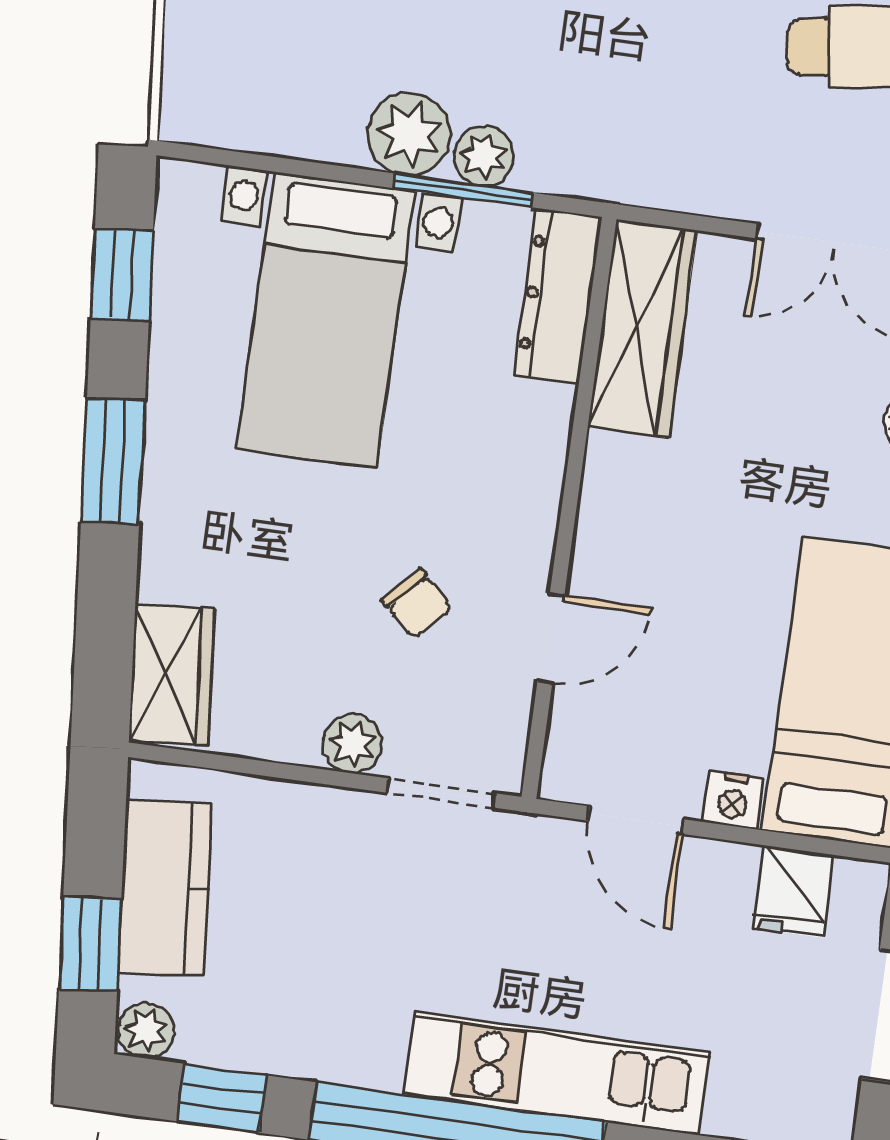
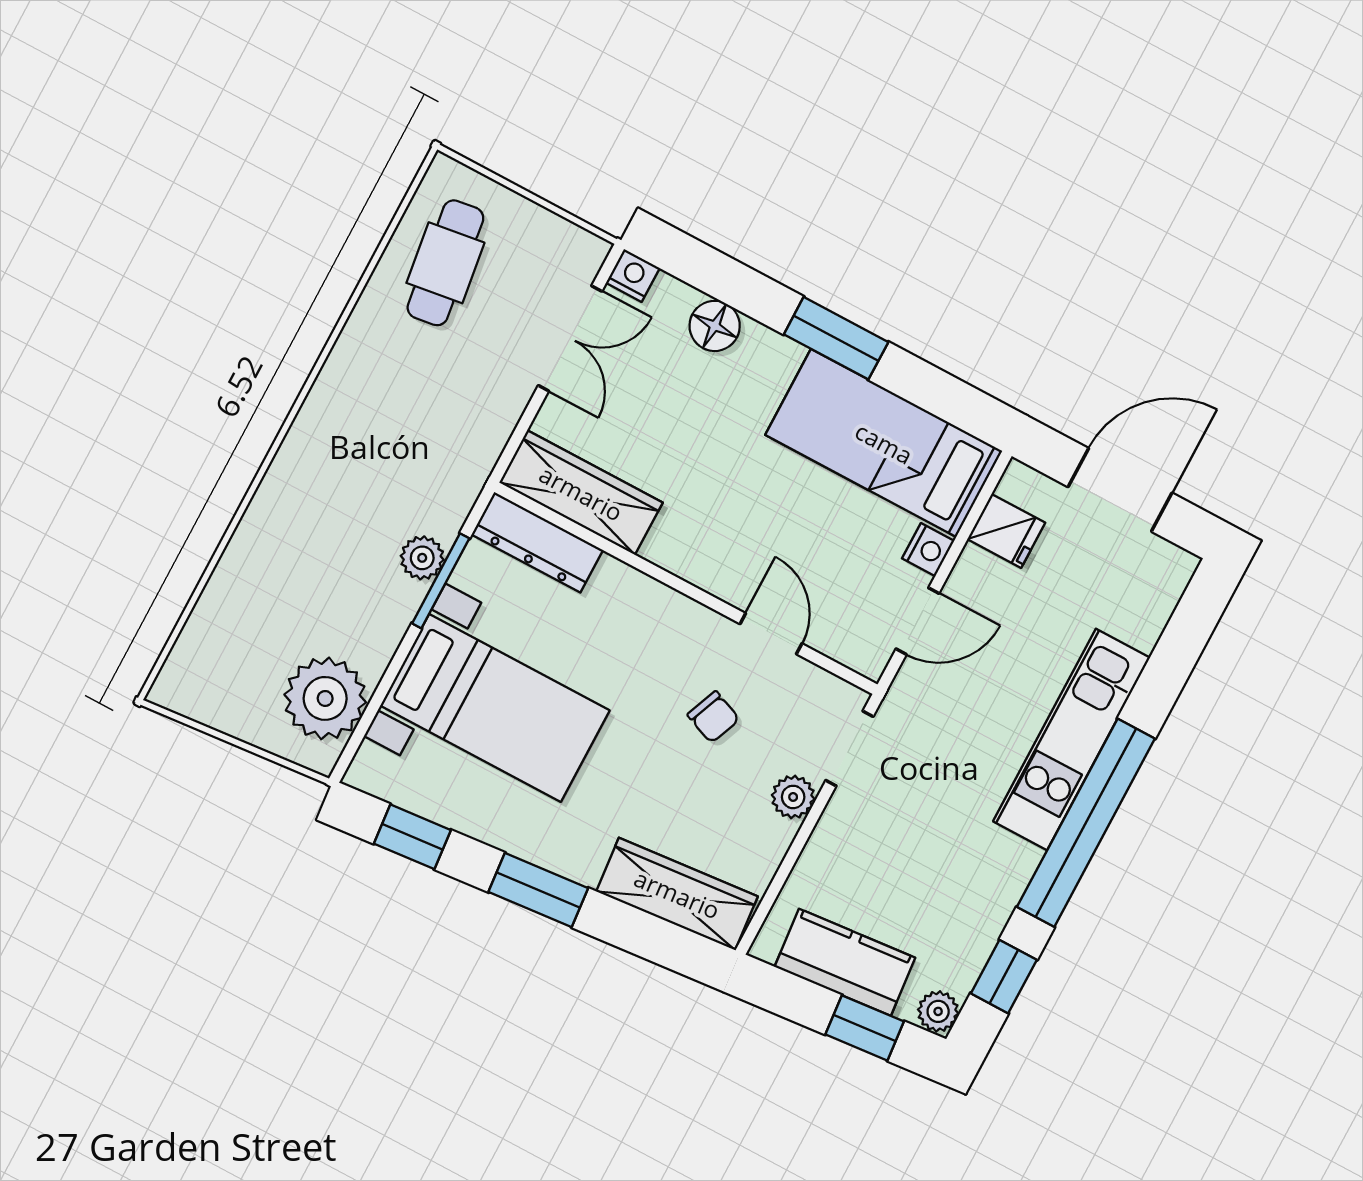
plant: (409, 134) -> (325, 698), moved, width x1.36, depth x1.36
chair: (417, 604) -> (713, 717), turned 69
wardrobe: (172, 675) -> (677, 894), width x1.50

